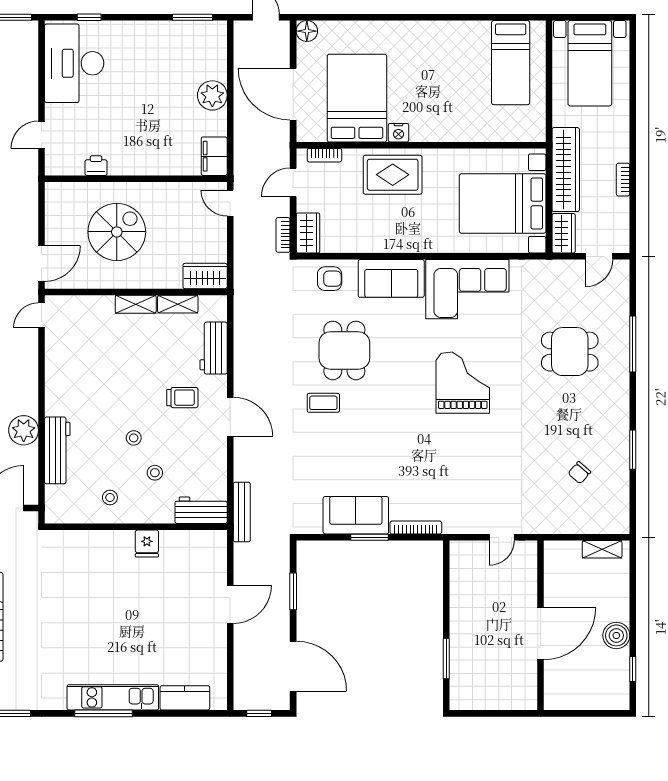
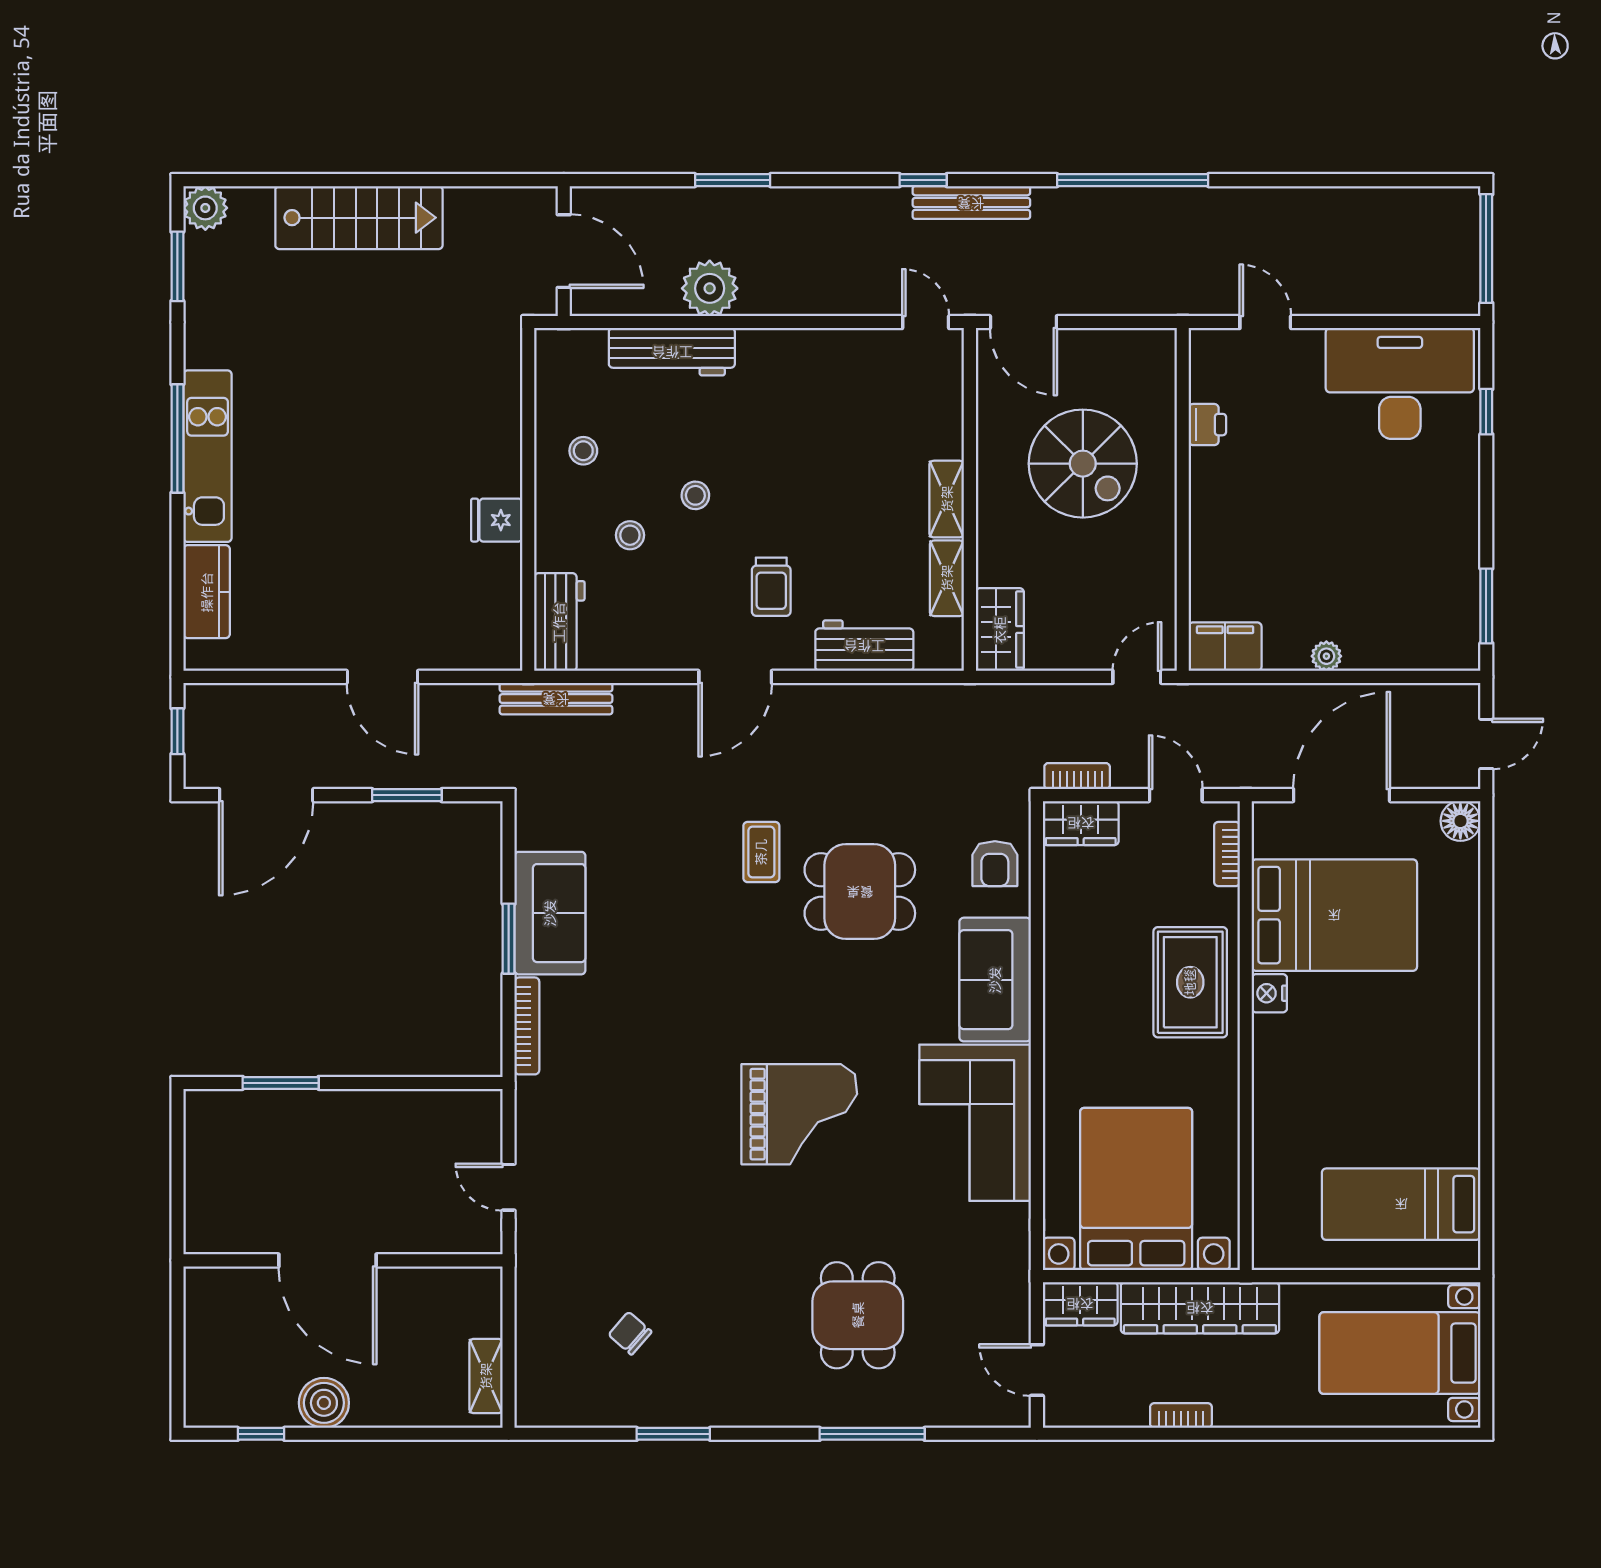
plant: (212, 95) -> (1326, 656), width x0.53, depth x0.53

